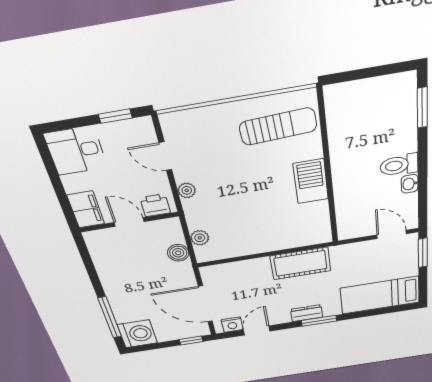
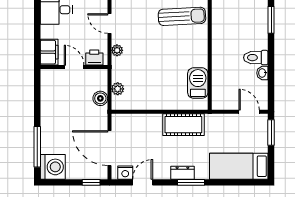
barbecue: (311, 181) -> (198, 83), moved

